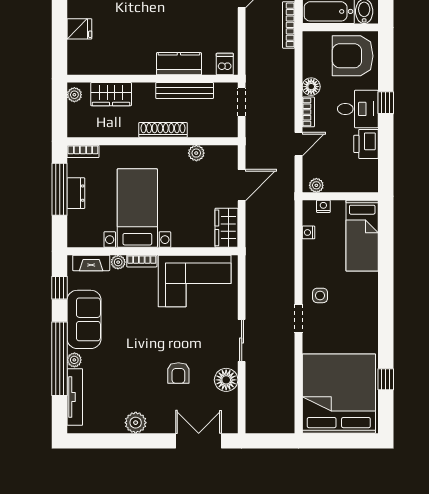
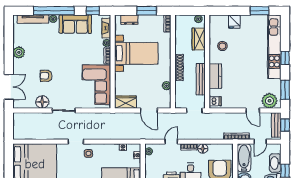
stool: (124, 51) -> (222, 46), added
door: (298, 144) -> (171, 142), swing flipped
window: (60, 189) -> (147, 11), width x0.69
dresser: (76, 193) -> (129, 20), moved

